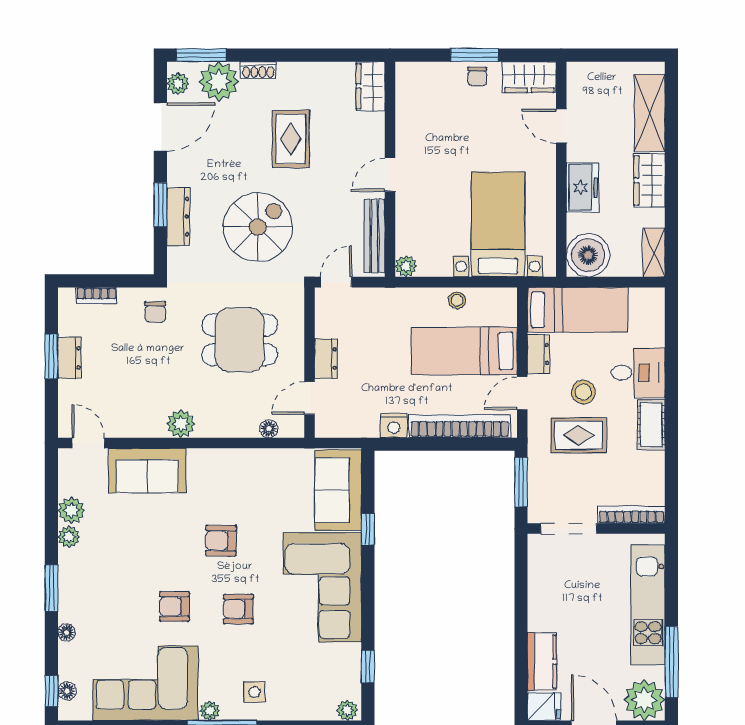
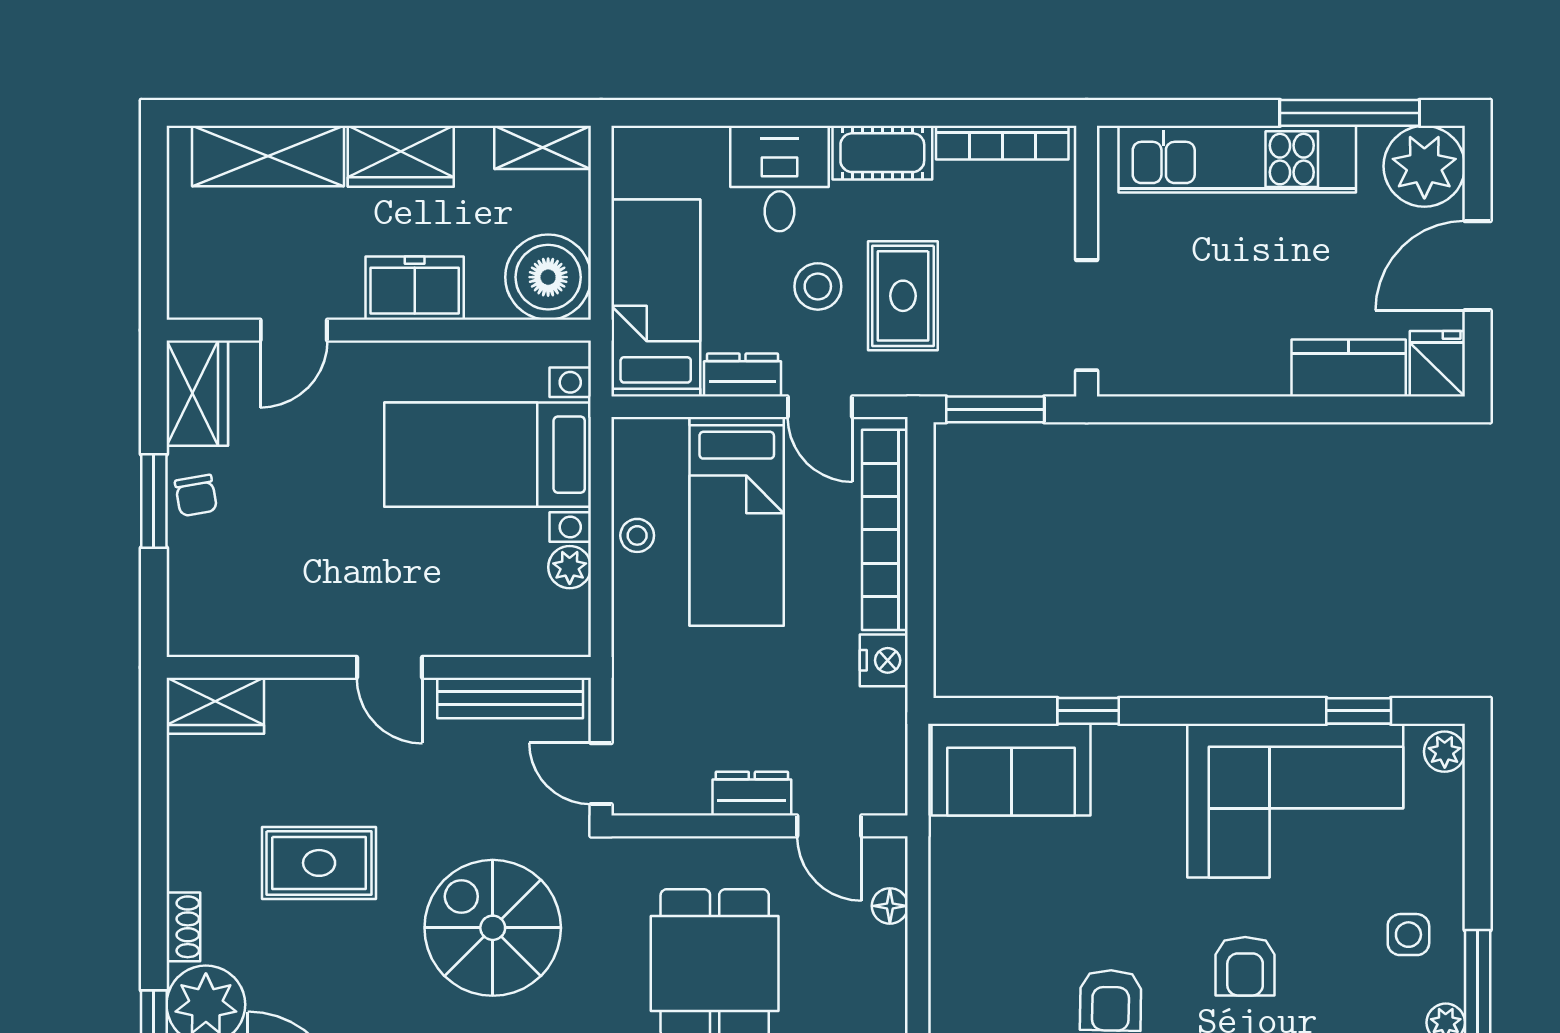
chair: (477, 76) -> (196, 495), turned 80
plant: (406, 266) -> (570, 567), moved
bookcase: (631, 515) -> (1002, 143), moved, turned -90
corner sofa: (322, 587) -> (1295, 801), moved

